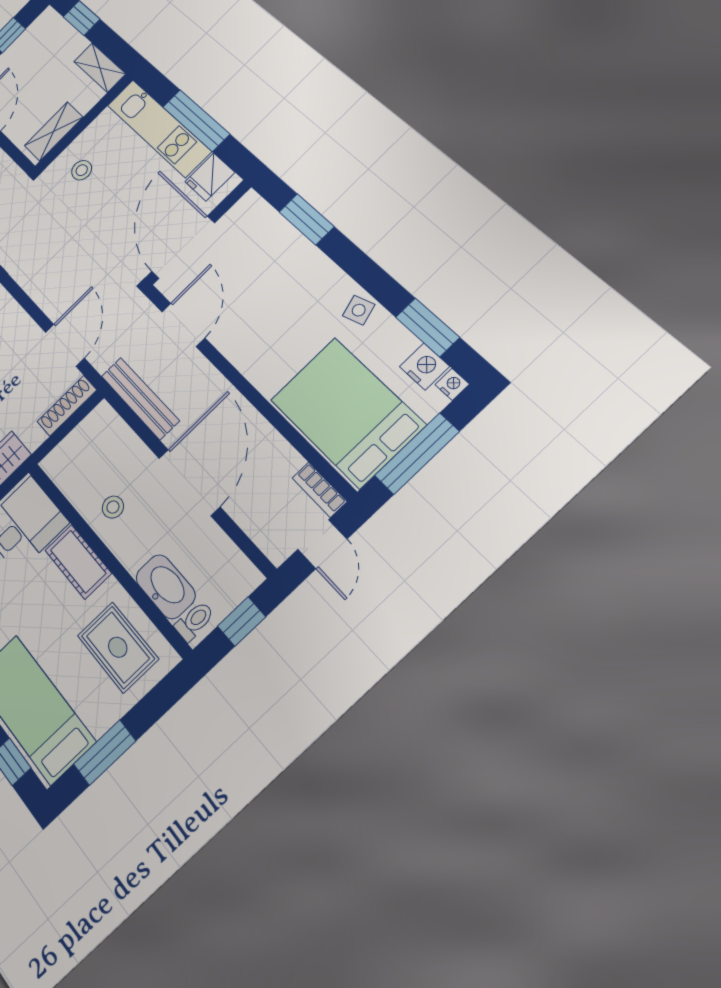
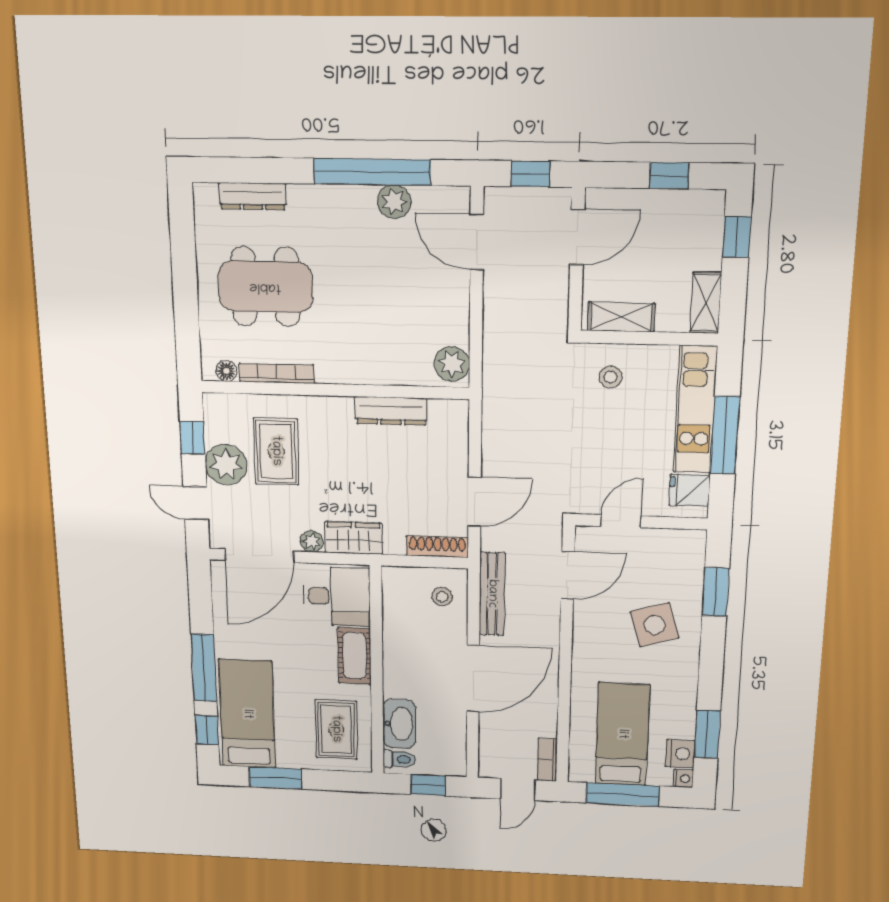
door: (183, 247) -> (621, 521), width x0.53
side table: (359, 310) -> (655, 625), moved, width x1.87, depth x1.87
bed: (347, 412) -> (622, 734), width x0.67
stool: (113, 507) -> (442, 597), moved

